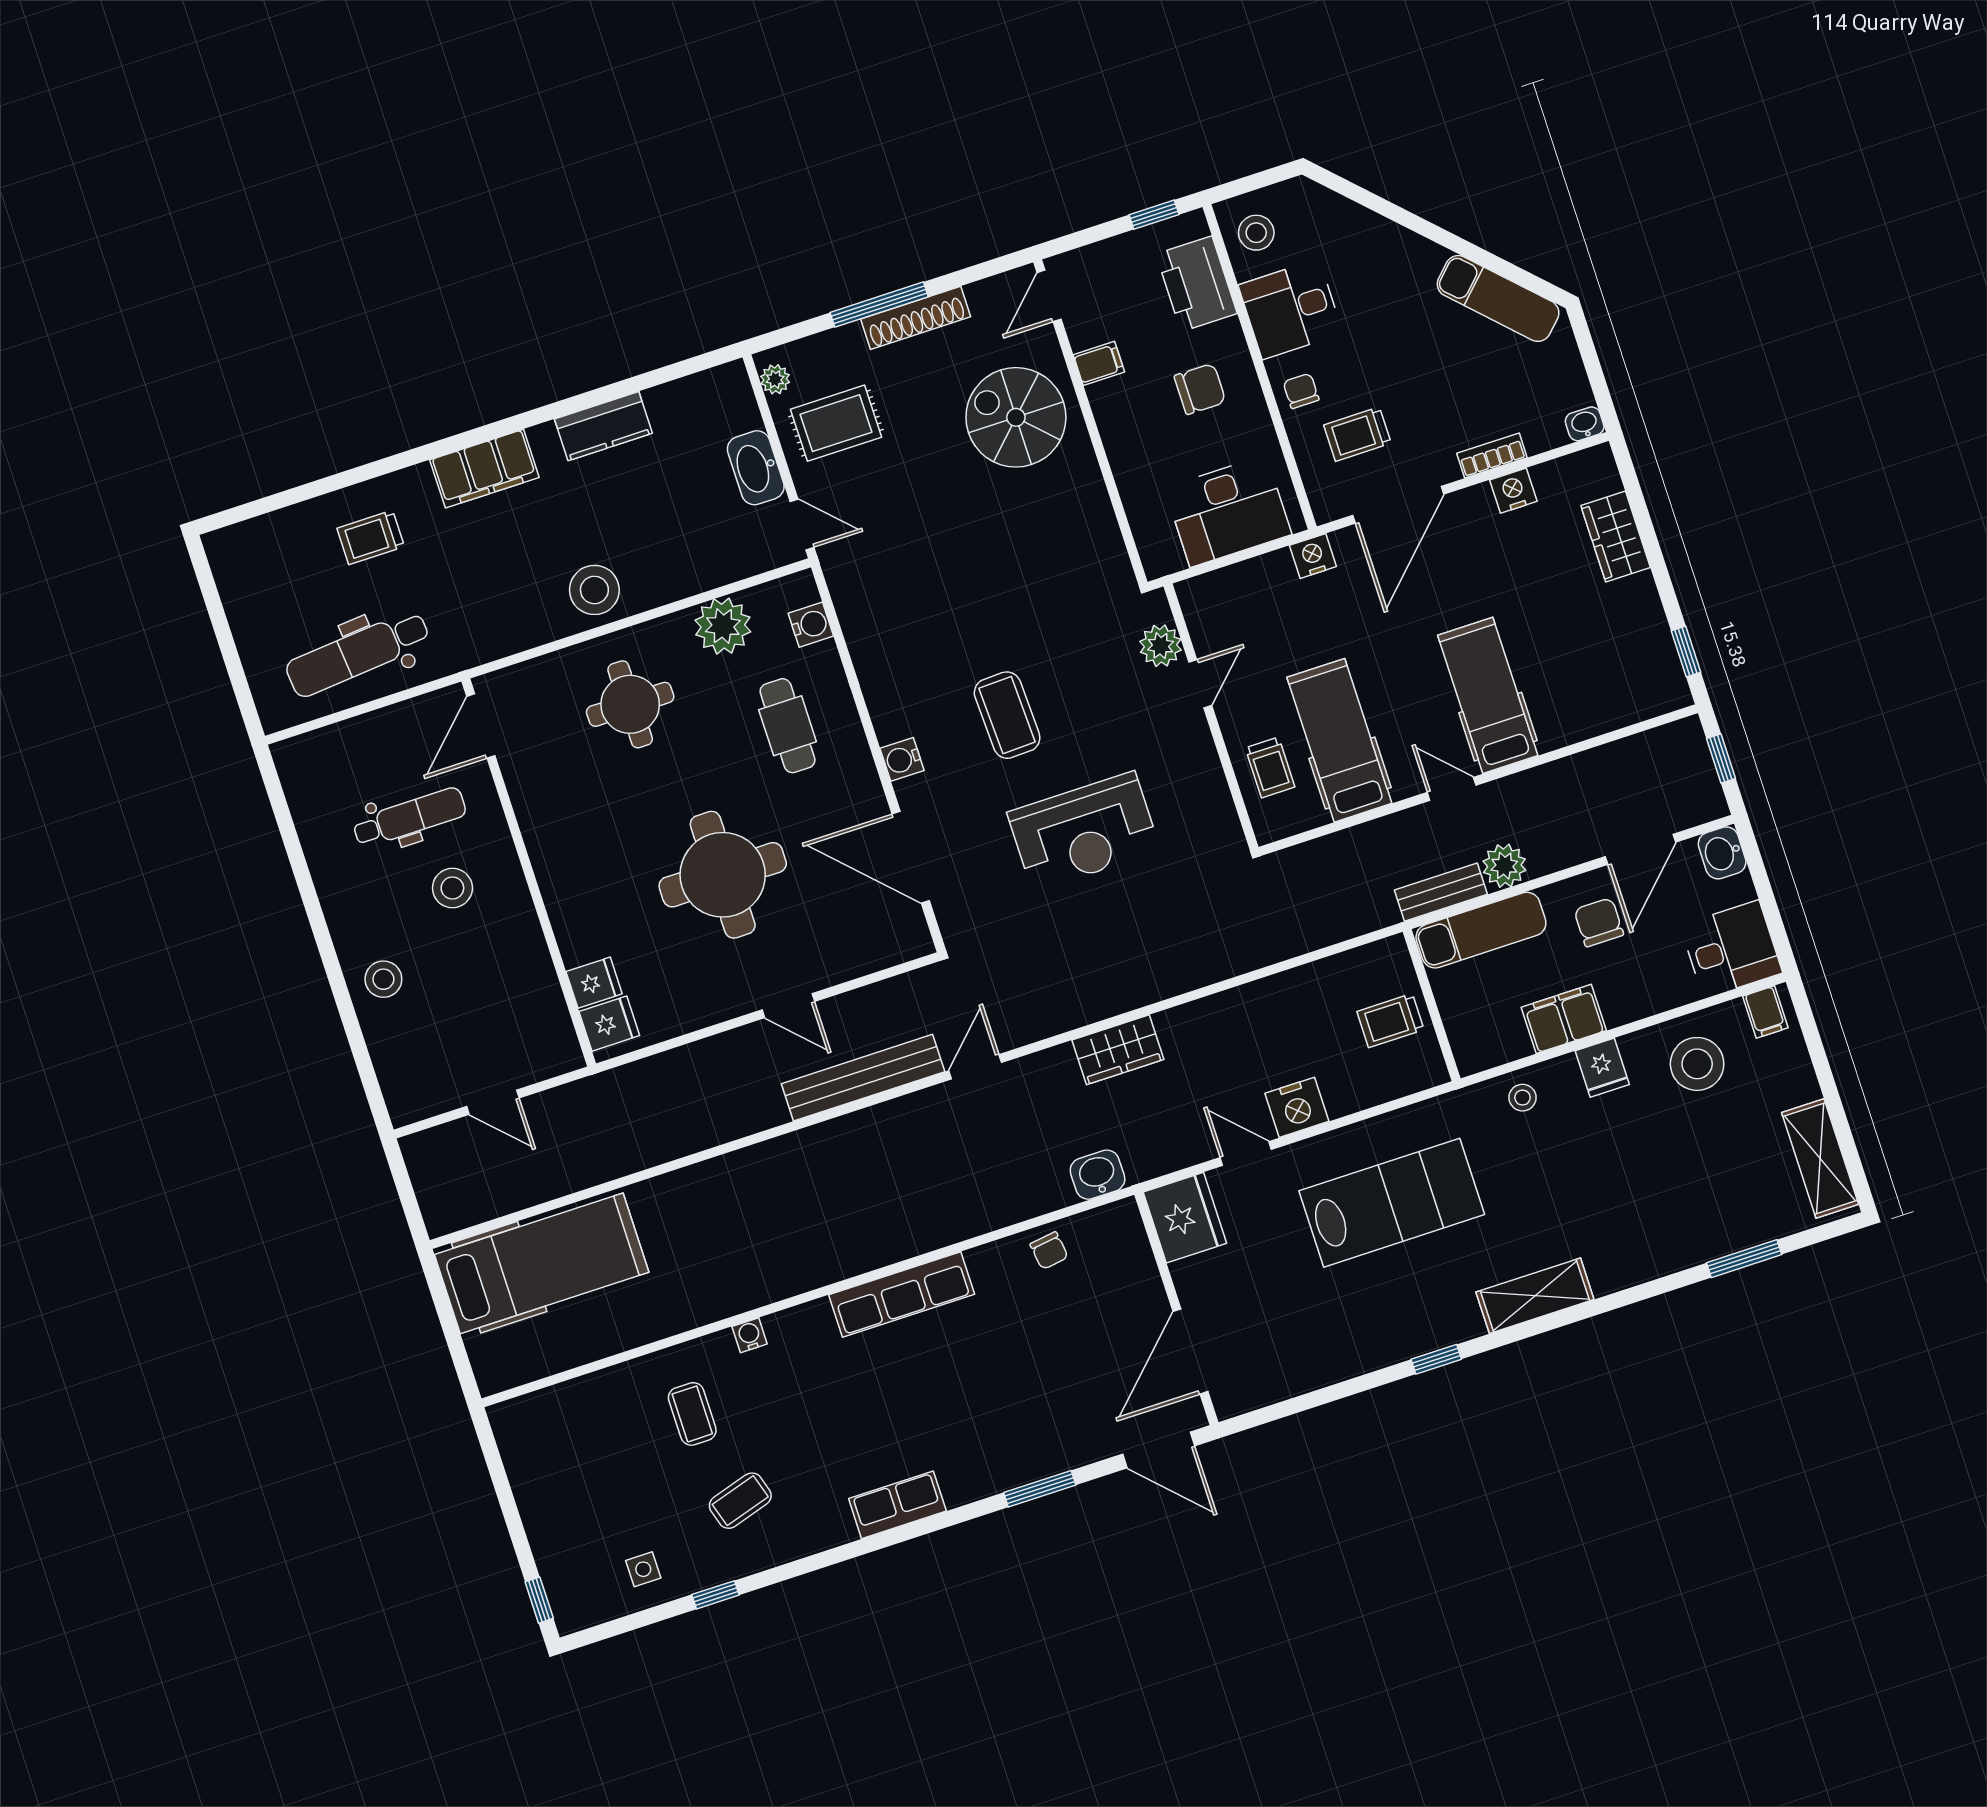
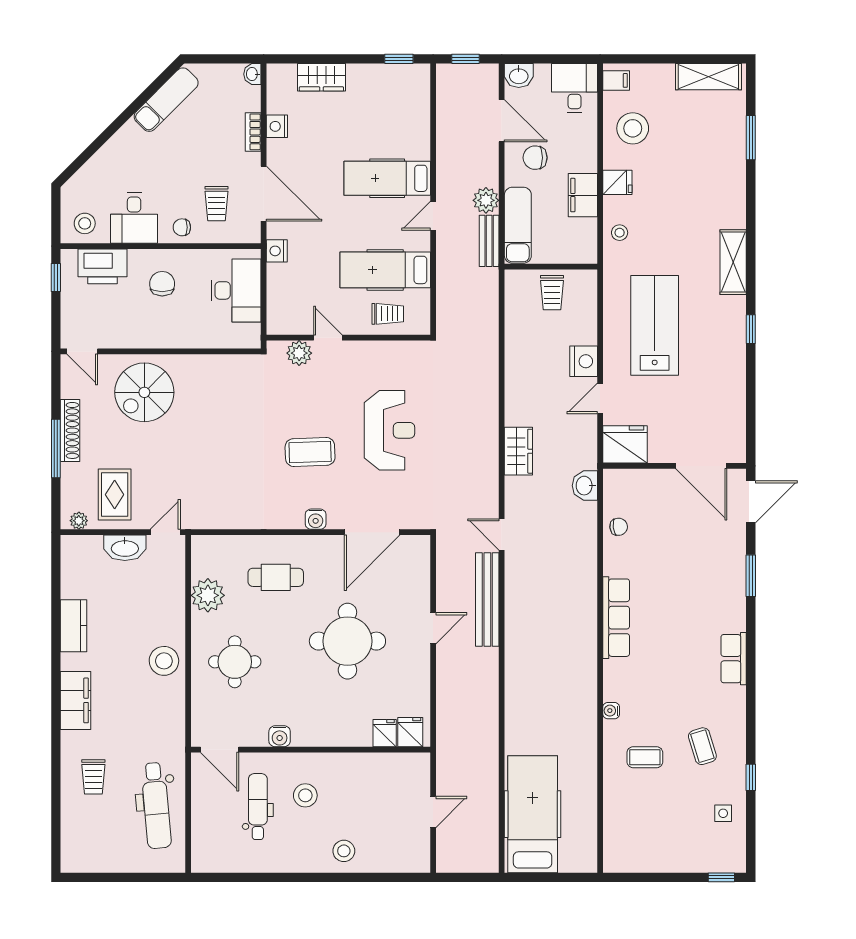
filing cabinet: (1099, 363) -> (129, 336), removed
water cooler: (811, 625) -> (280, 736), moved, turned 180

